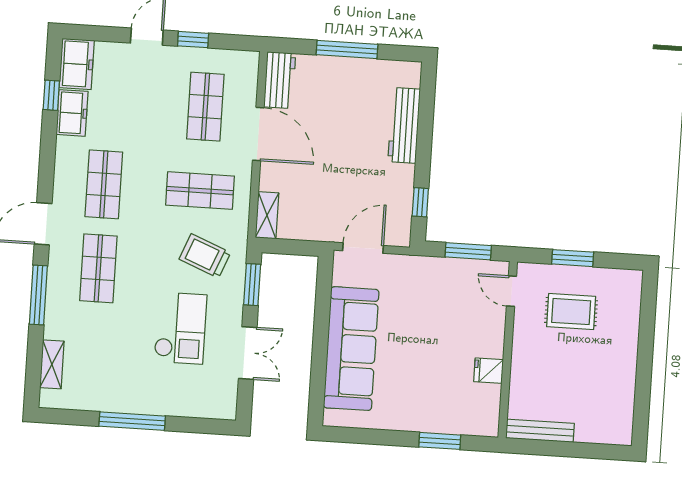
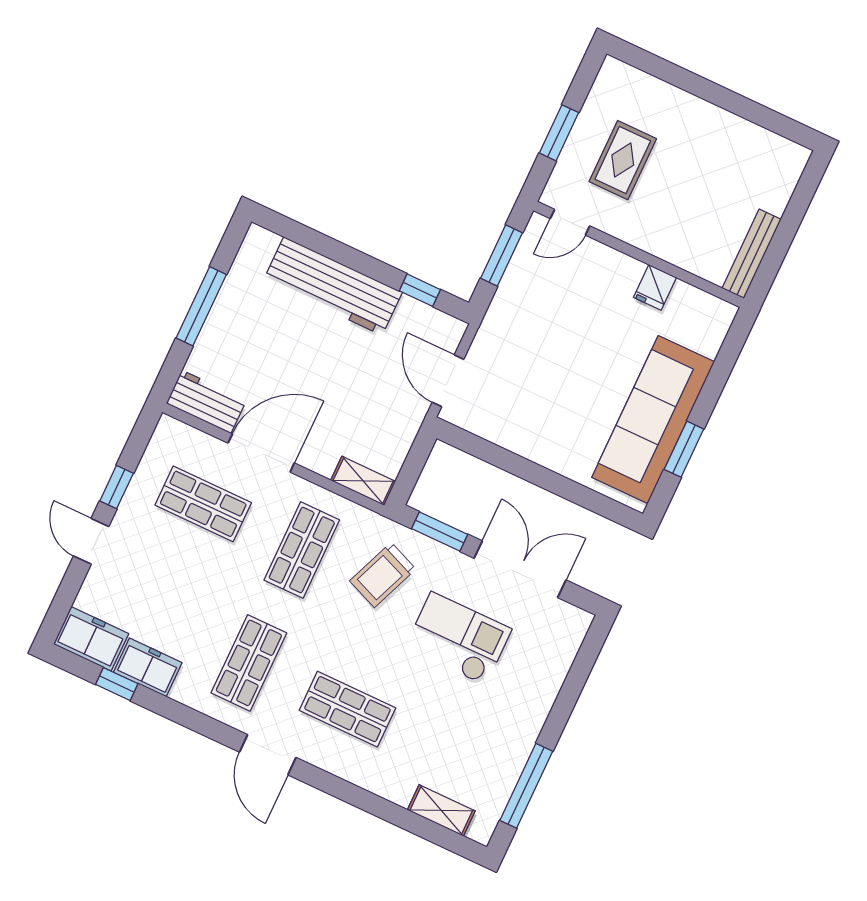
workbench: (404, 125) -> (333, 286), width x1.36, depth x1.32
shop shelf: (104, 184) -> (249, 663), turned 90
window: (38, 295) -> (351, 794), removed
sofa: (351, 349) -> (653, 420), moved, turned -90
double door: (248, 353) -> (520, 569), width x1.37
window: (132, 421) -> (526, 786), moved
window: (440, 441) -> (684, 449), moved

